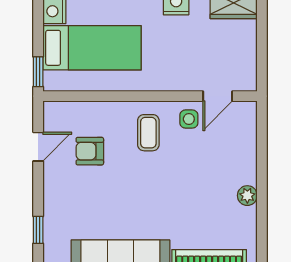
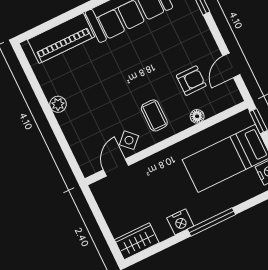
floor lamp: (102, 109) -> (197, 116), added
side table: (189, 119) -> (129, 140), turned 45

